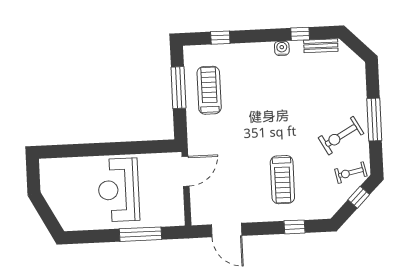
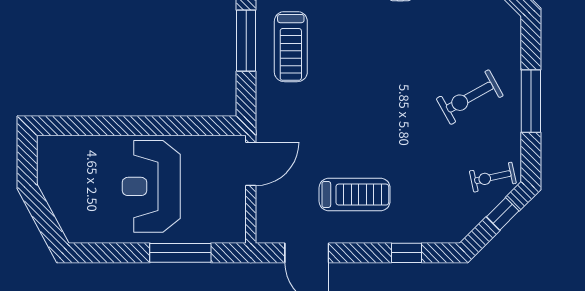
treadmill: (209, 90) -> (291, 47), turned 180
exercise bike: (341, 136) -> (470, 97), moved
treadmill: (282, 180) -> (355, 195), moved, turned -90

